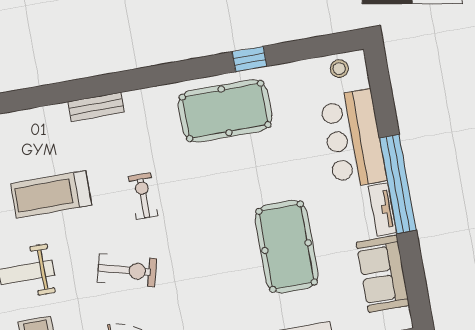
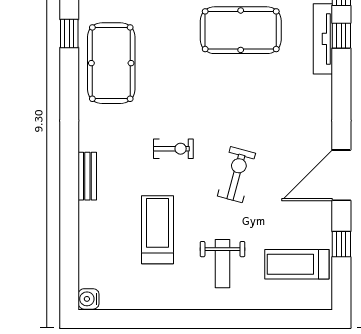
treadmill: (51, 194) -> (158, 230), turned 180
exercise bike: (143, 196) -> (173, 149), turned 180

